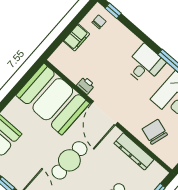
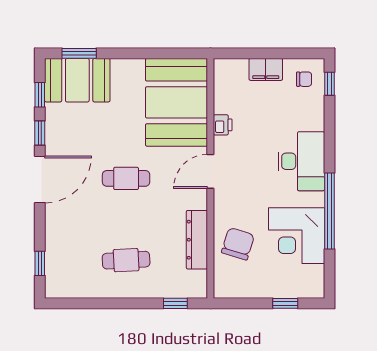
desk: (145, 65) -> (301, 161), width x1.37
door: (104, 113) -> (210, 171), width x0.73
cafe table: (69, 160) -> (126, 178), width x0.73, depth x0.74

